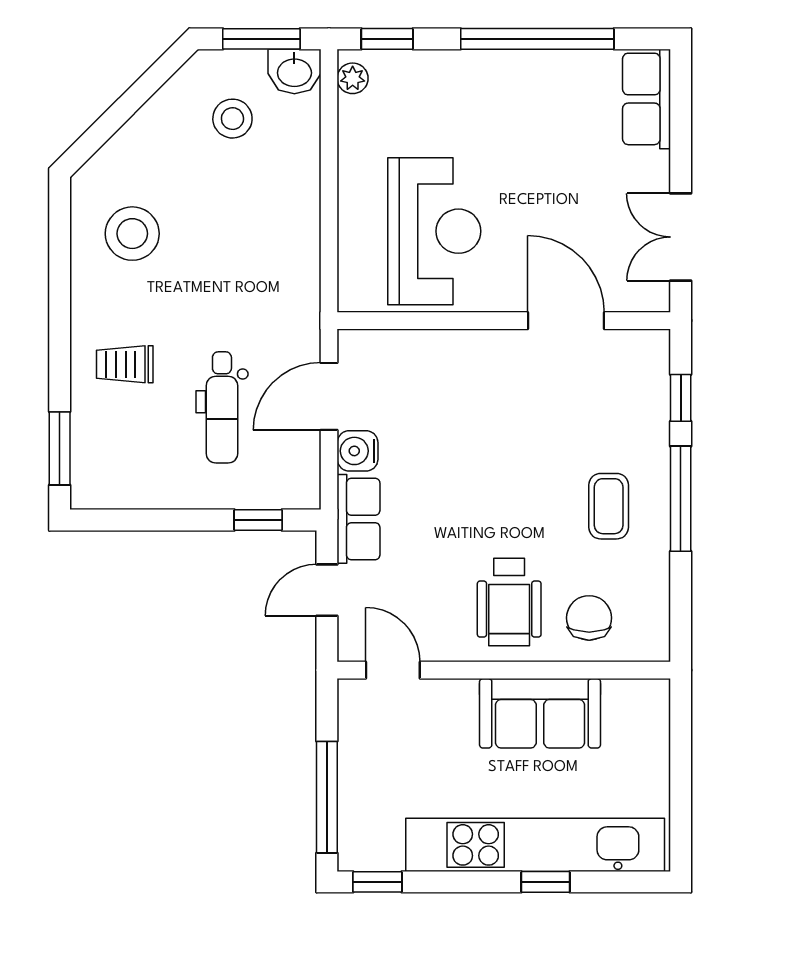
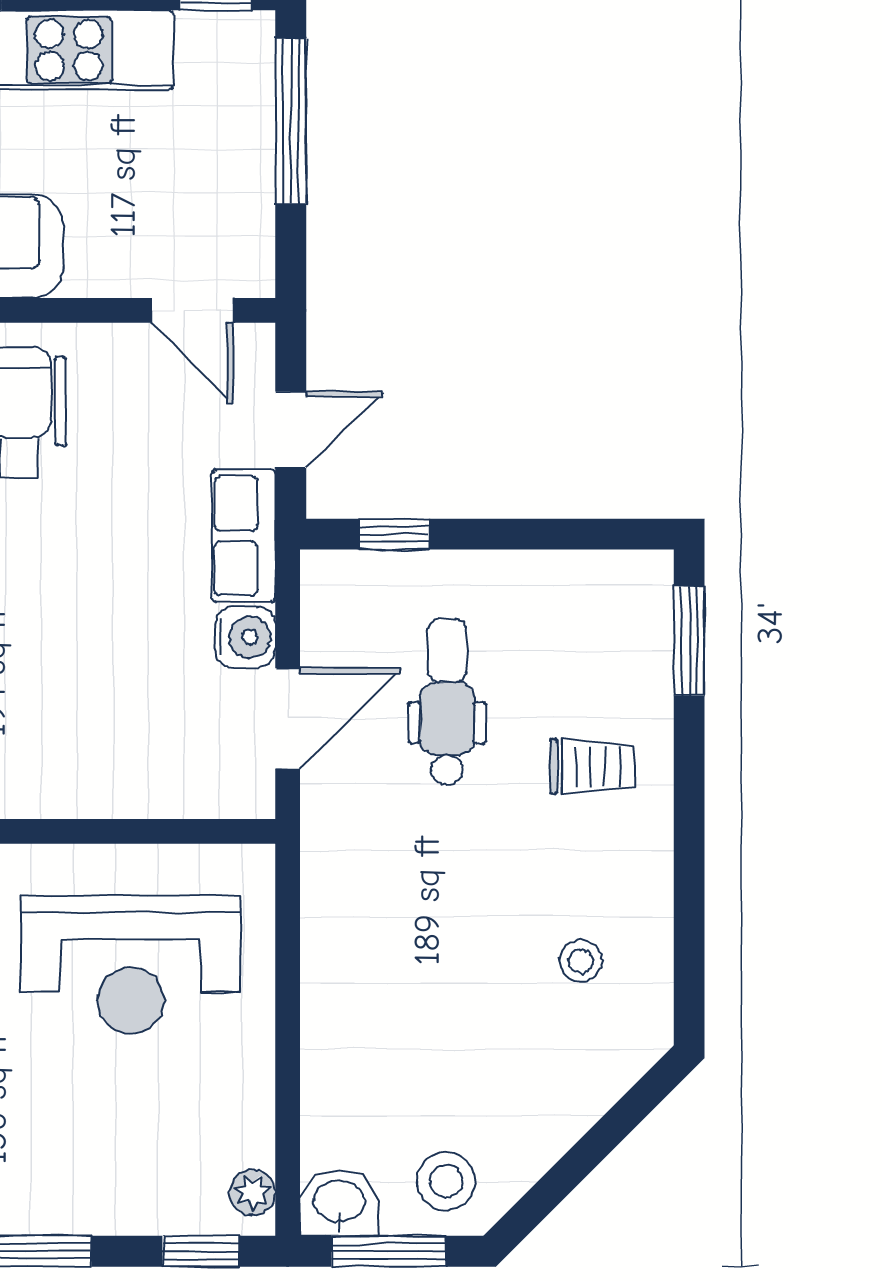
stool: (232, 119) -> (446, 1181), moved
reception desk: (434, 231) -> (131, 965), turned -90
stool: (132, 234) -> (581, 961), width x0.53, depth x0.53

